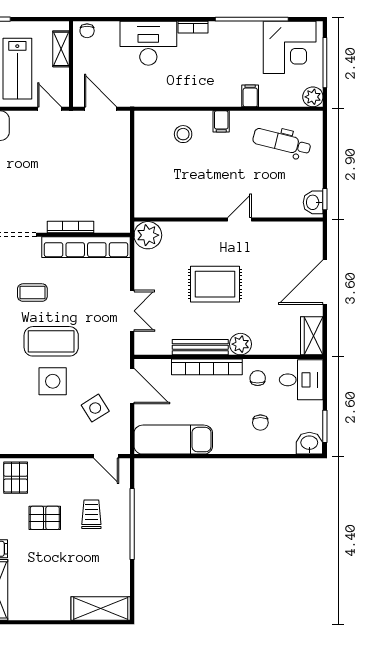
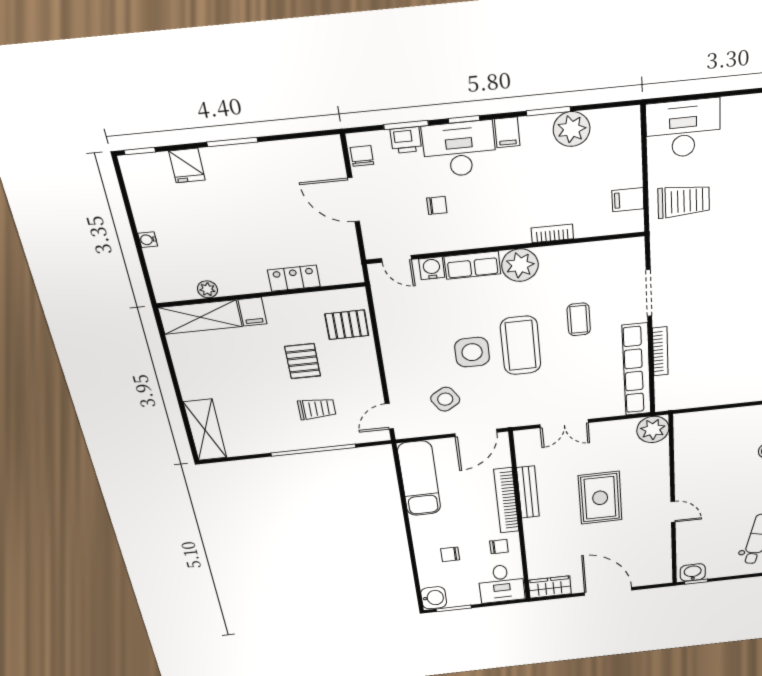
plant: (241, 344) -> (535, 528), removed

